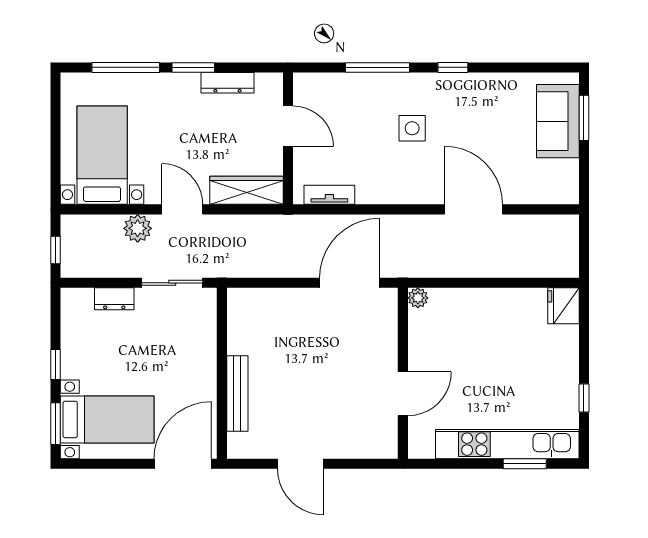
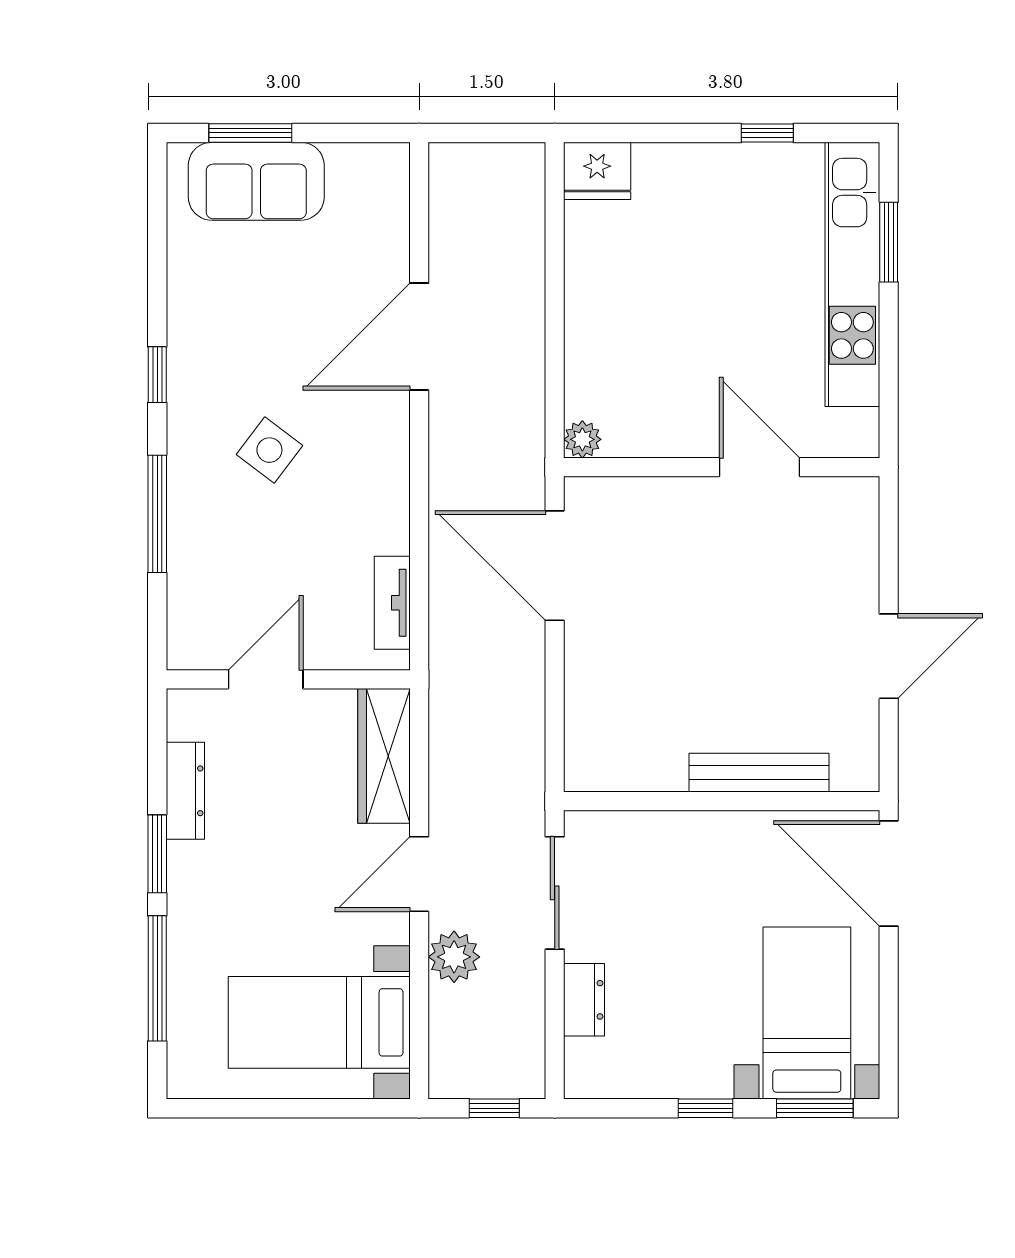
side table: (412, 128) -> (269, 450), turned 37

